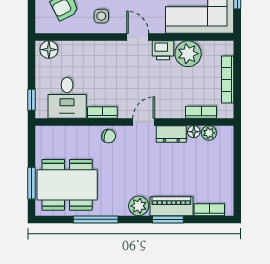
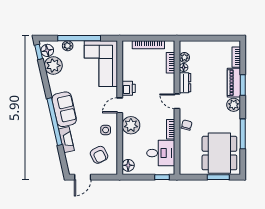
plant: (188, 54) -> (131, 125), moved

